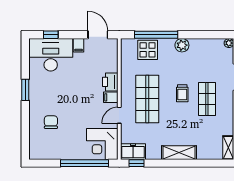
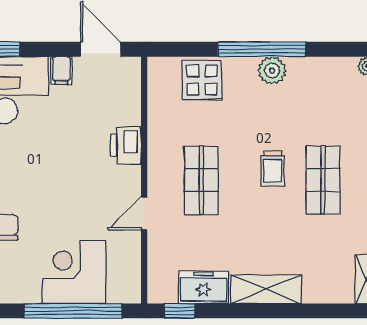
window: (156, 35) -> (262, 49), moved
filing cabinet: (111, 97) -> (127, 177), removed
shop shelf: (147, 99) -> (201, 180), width x0.70, depth x0.74
corner desk: (102, 144) -> (74, 272), moved, turned 90
freezer: (133, 152) -> (203, 287), moved

